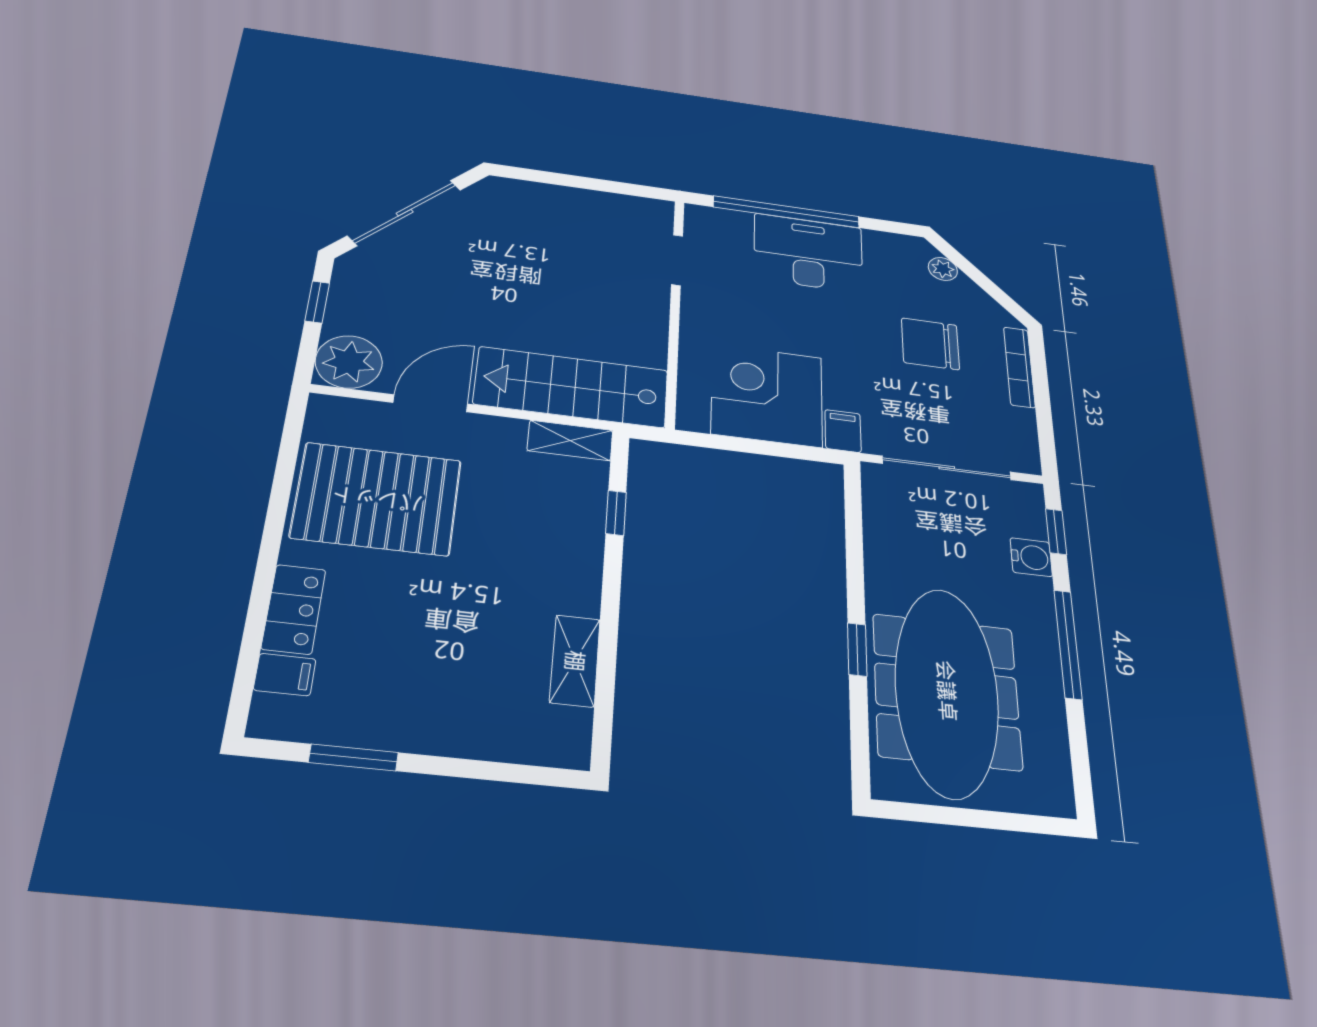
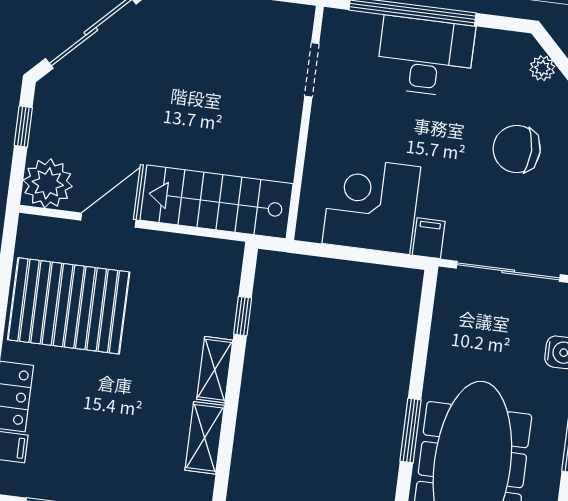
shelving: (570, 440) -> (215, 370), moved, turned 90
window: (857, 650) -> (411, 431), width x1.50

